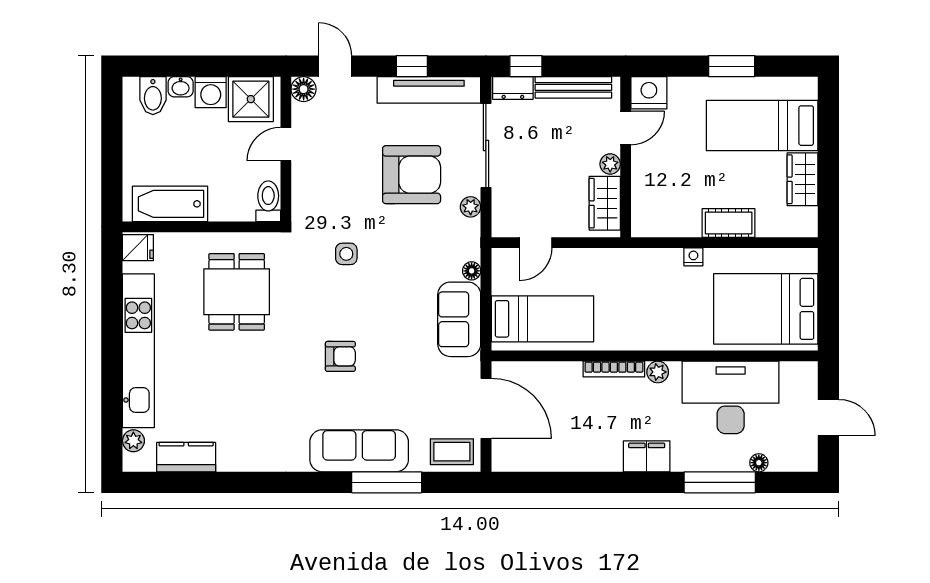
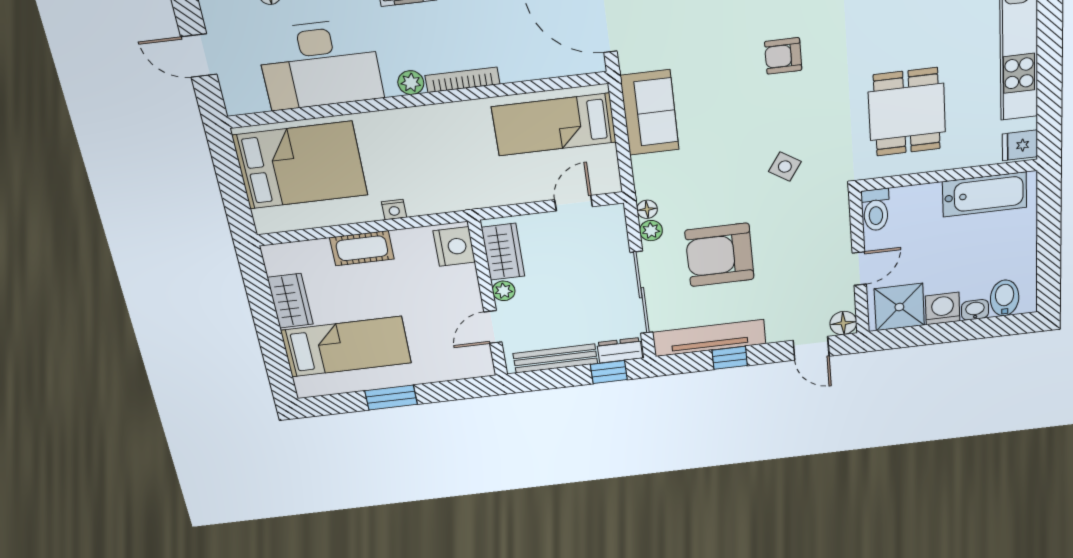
nightstand: (649, 93) -> (454, 247), moved, turned -90
side table: (346, 254) -> (785, 167), turned 33
floor lamp: (472, 271) -> (647, 209), moved

